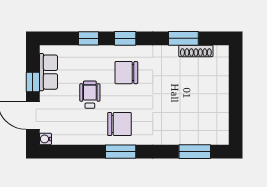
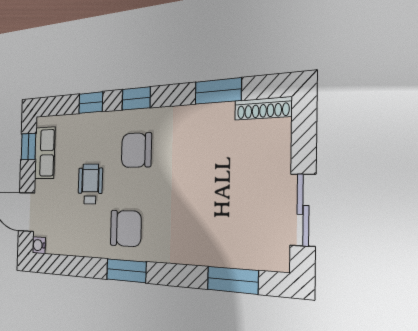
shoe rack: (196, 51) -> (263, 108), moved
window: (33, 82) -> (28, 147), moved
sliding door: (236, 109) -> (303, 210), added

